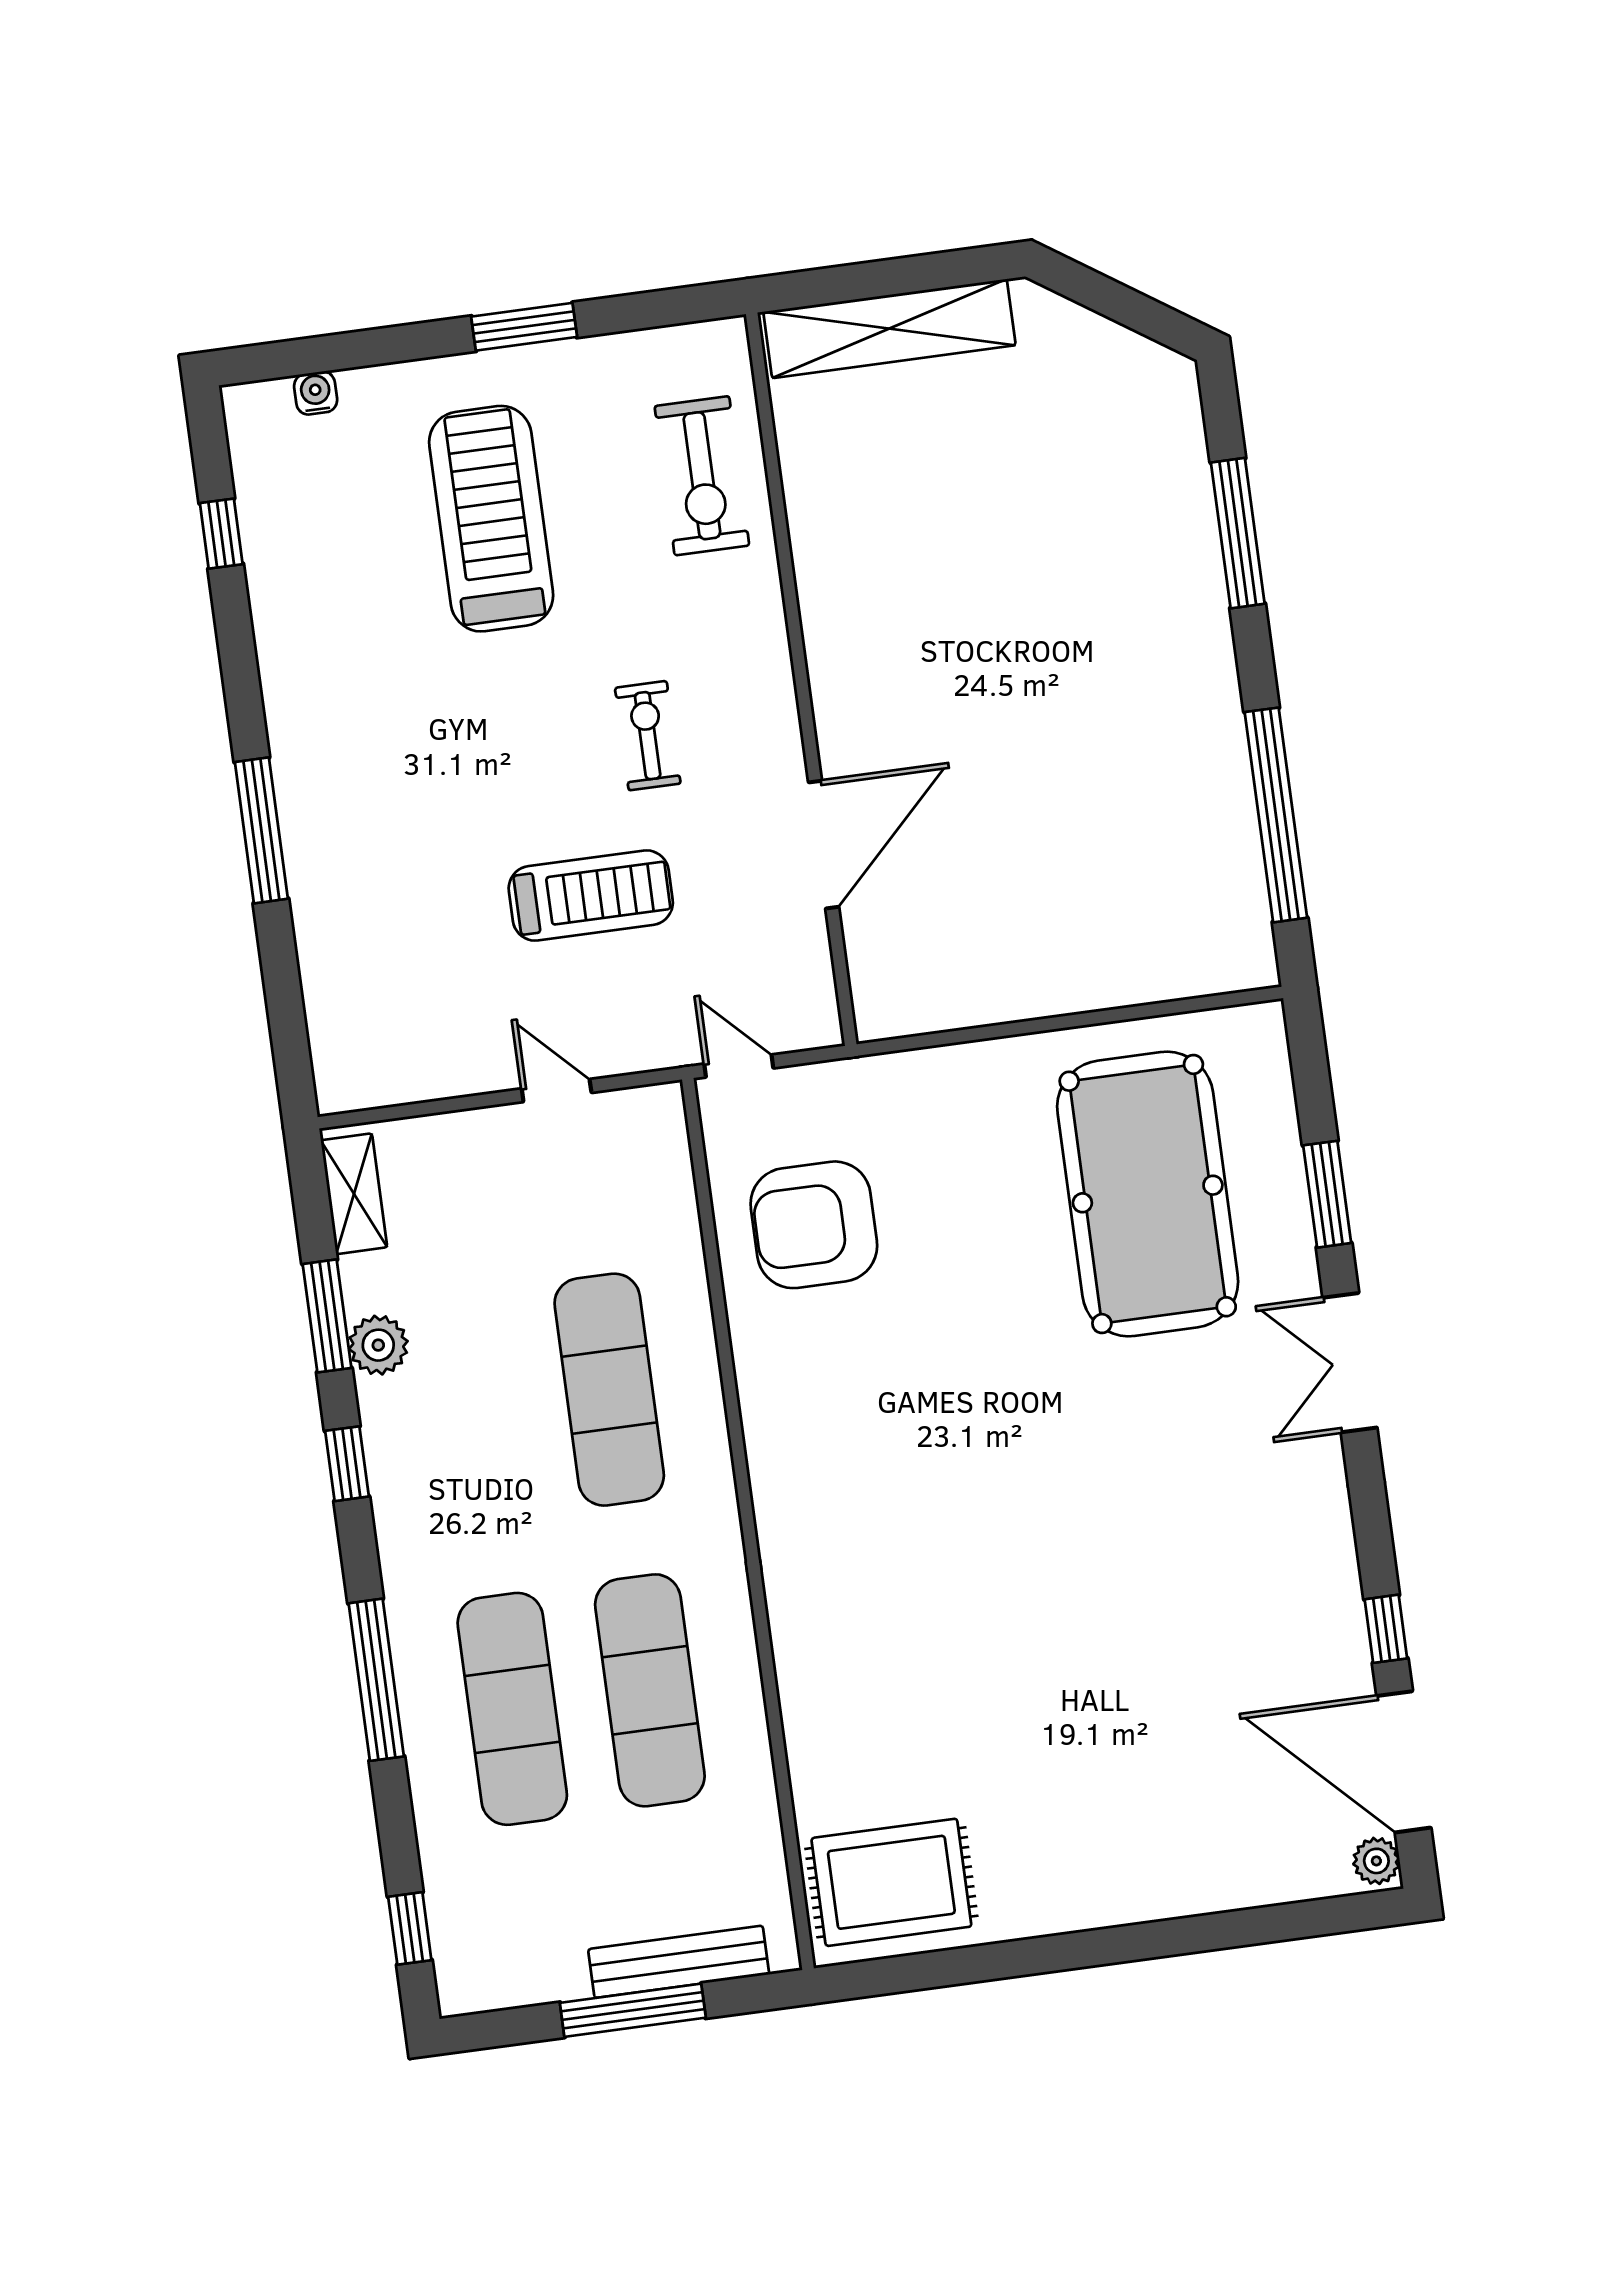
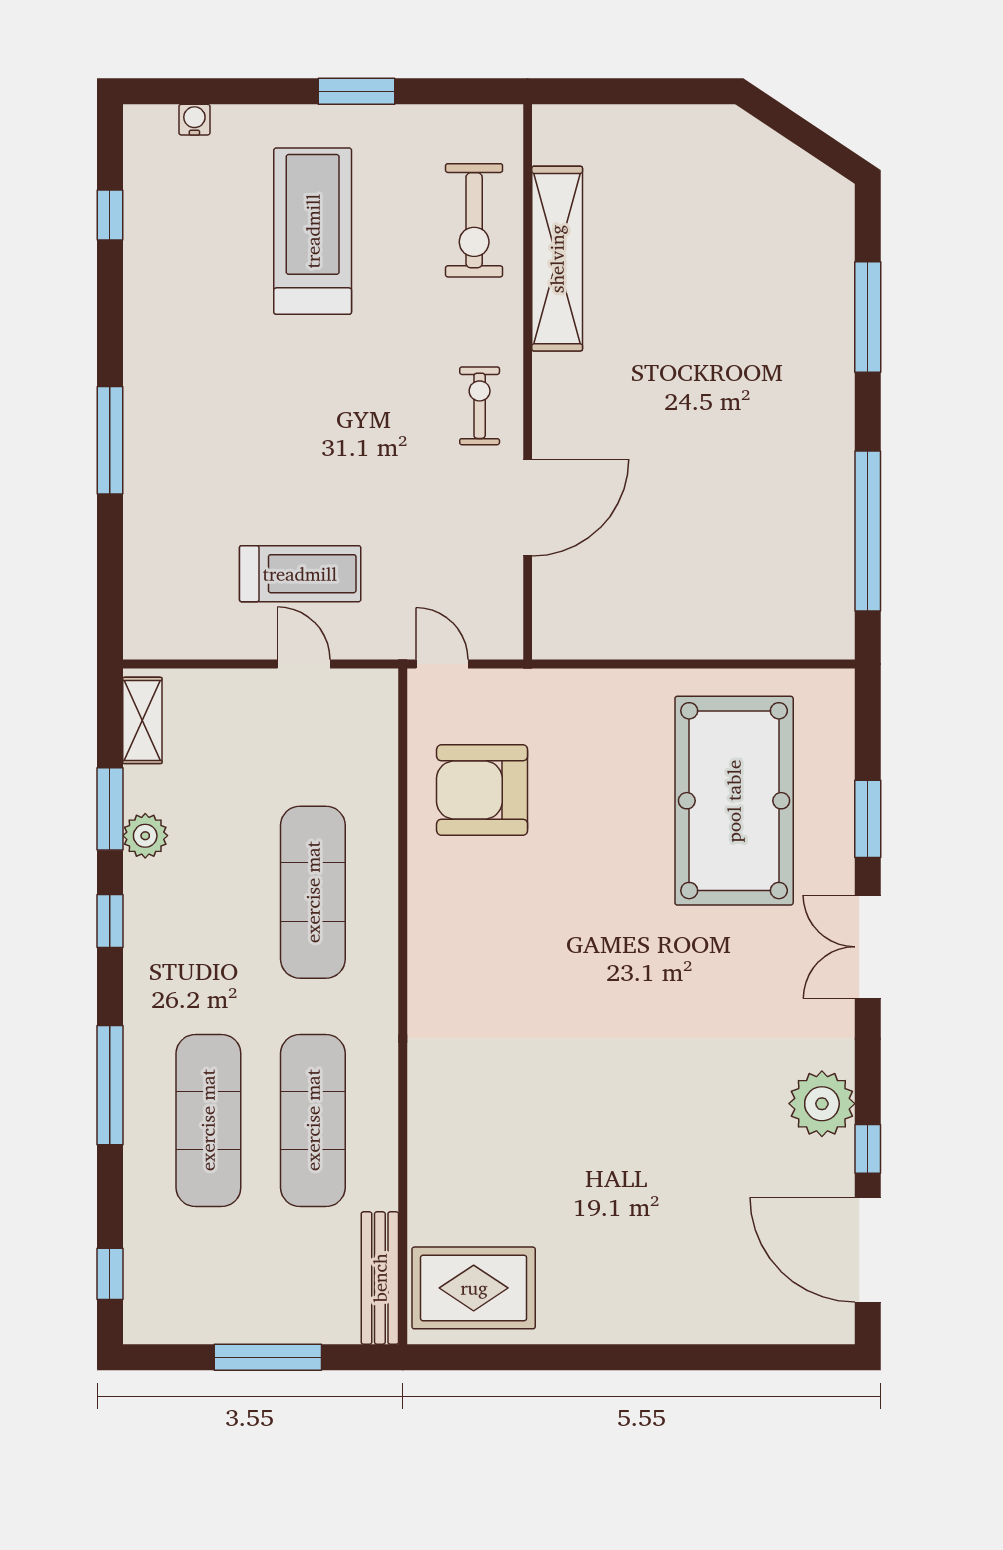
shelving: (889, 329) -> (557, 259), moved, turned 90
exercise bike: (648, 736) -> (480, 406), moved
treadmill: (591, 895) -> (300, 574), moved
plant: (1376, 1861) -> (822, 1104), moved, width x1.88, depth x1.88
bench: (679, 1962) -> (380, 1278), moved, turned 90

